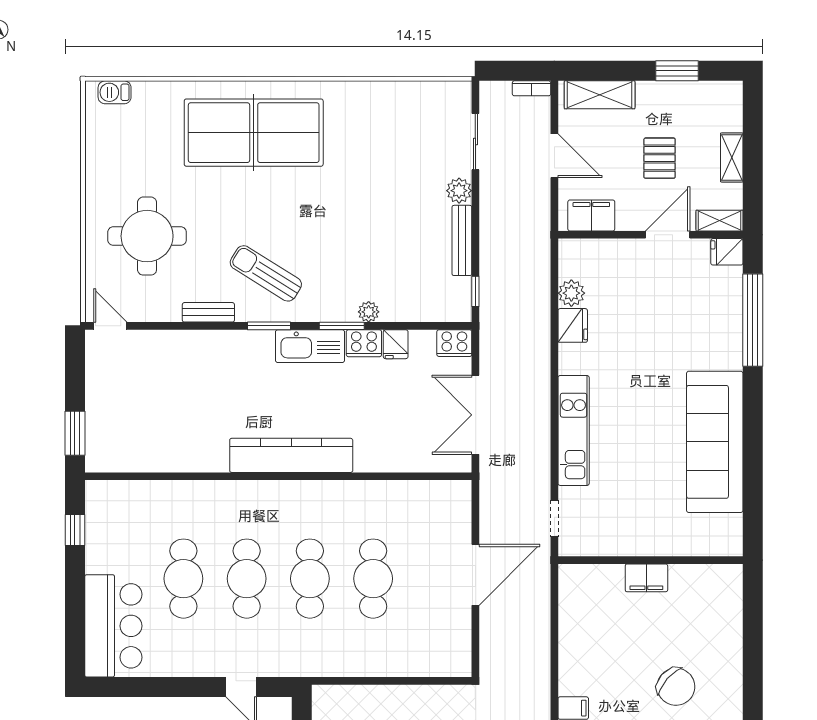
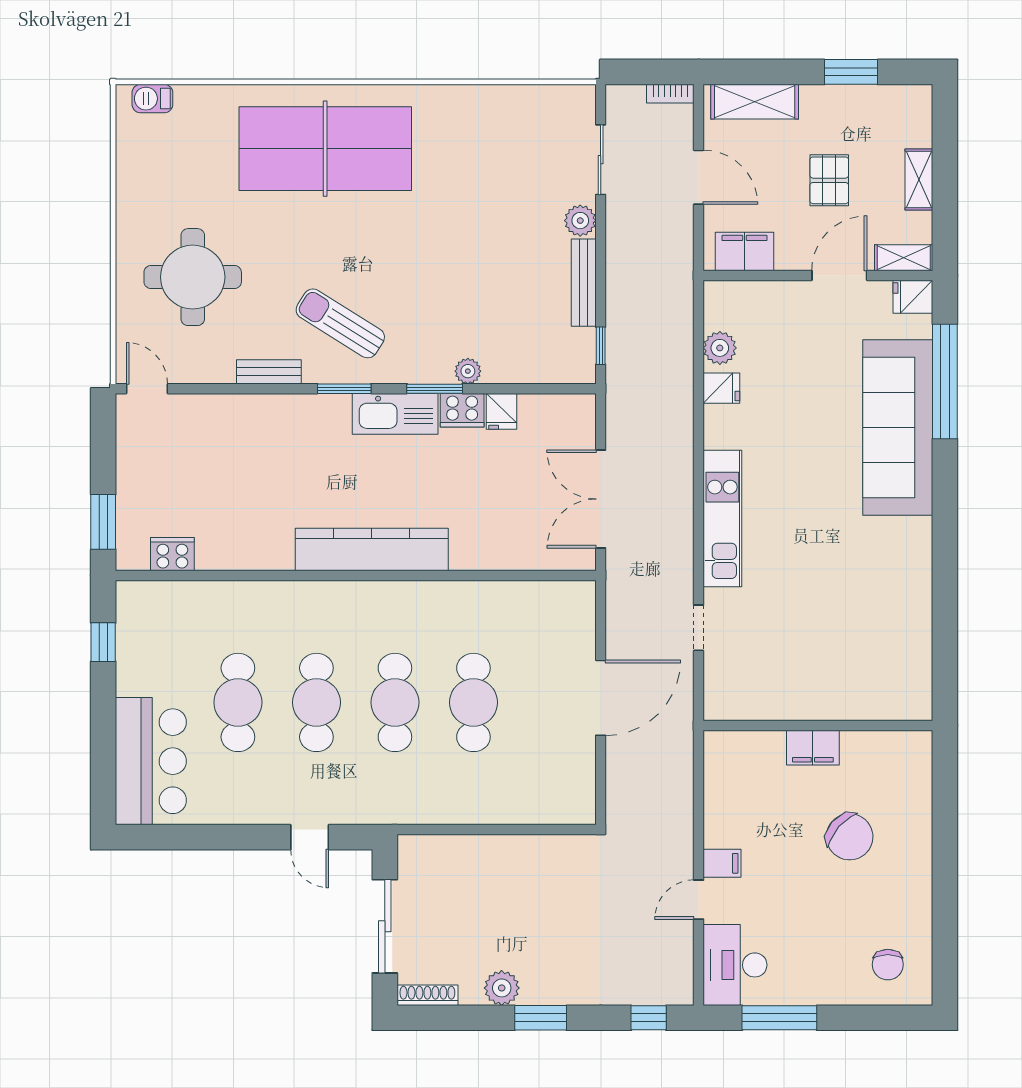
fridge: (573, 325) -> (721, 388), width x0.72
cooker: (454, 343) -> (172, 554), moved, turned 180
sofa: (715, 442) -> (898, 427), moved
wall: (650, 560) -> (818, 725), moved
filing cabinet: (646, 578) -> (813, 748), moved

